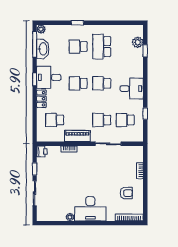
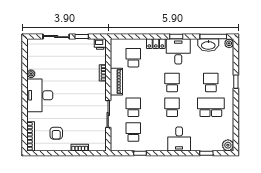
plant: (138, 42) -> (228, 145), moved
desk: (132, 89) -> (179, 139), moved

